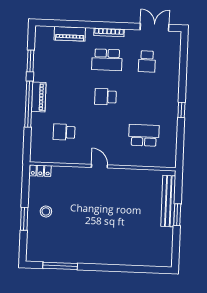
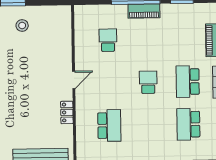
school desk: (147, 61) -> (188, 124), width x1.85
locker: (40, 171) -> (67, 112), moved

